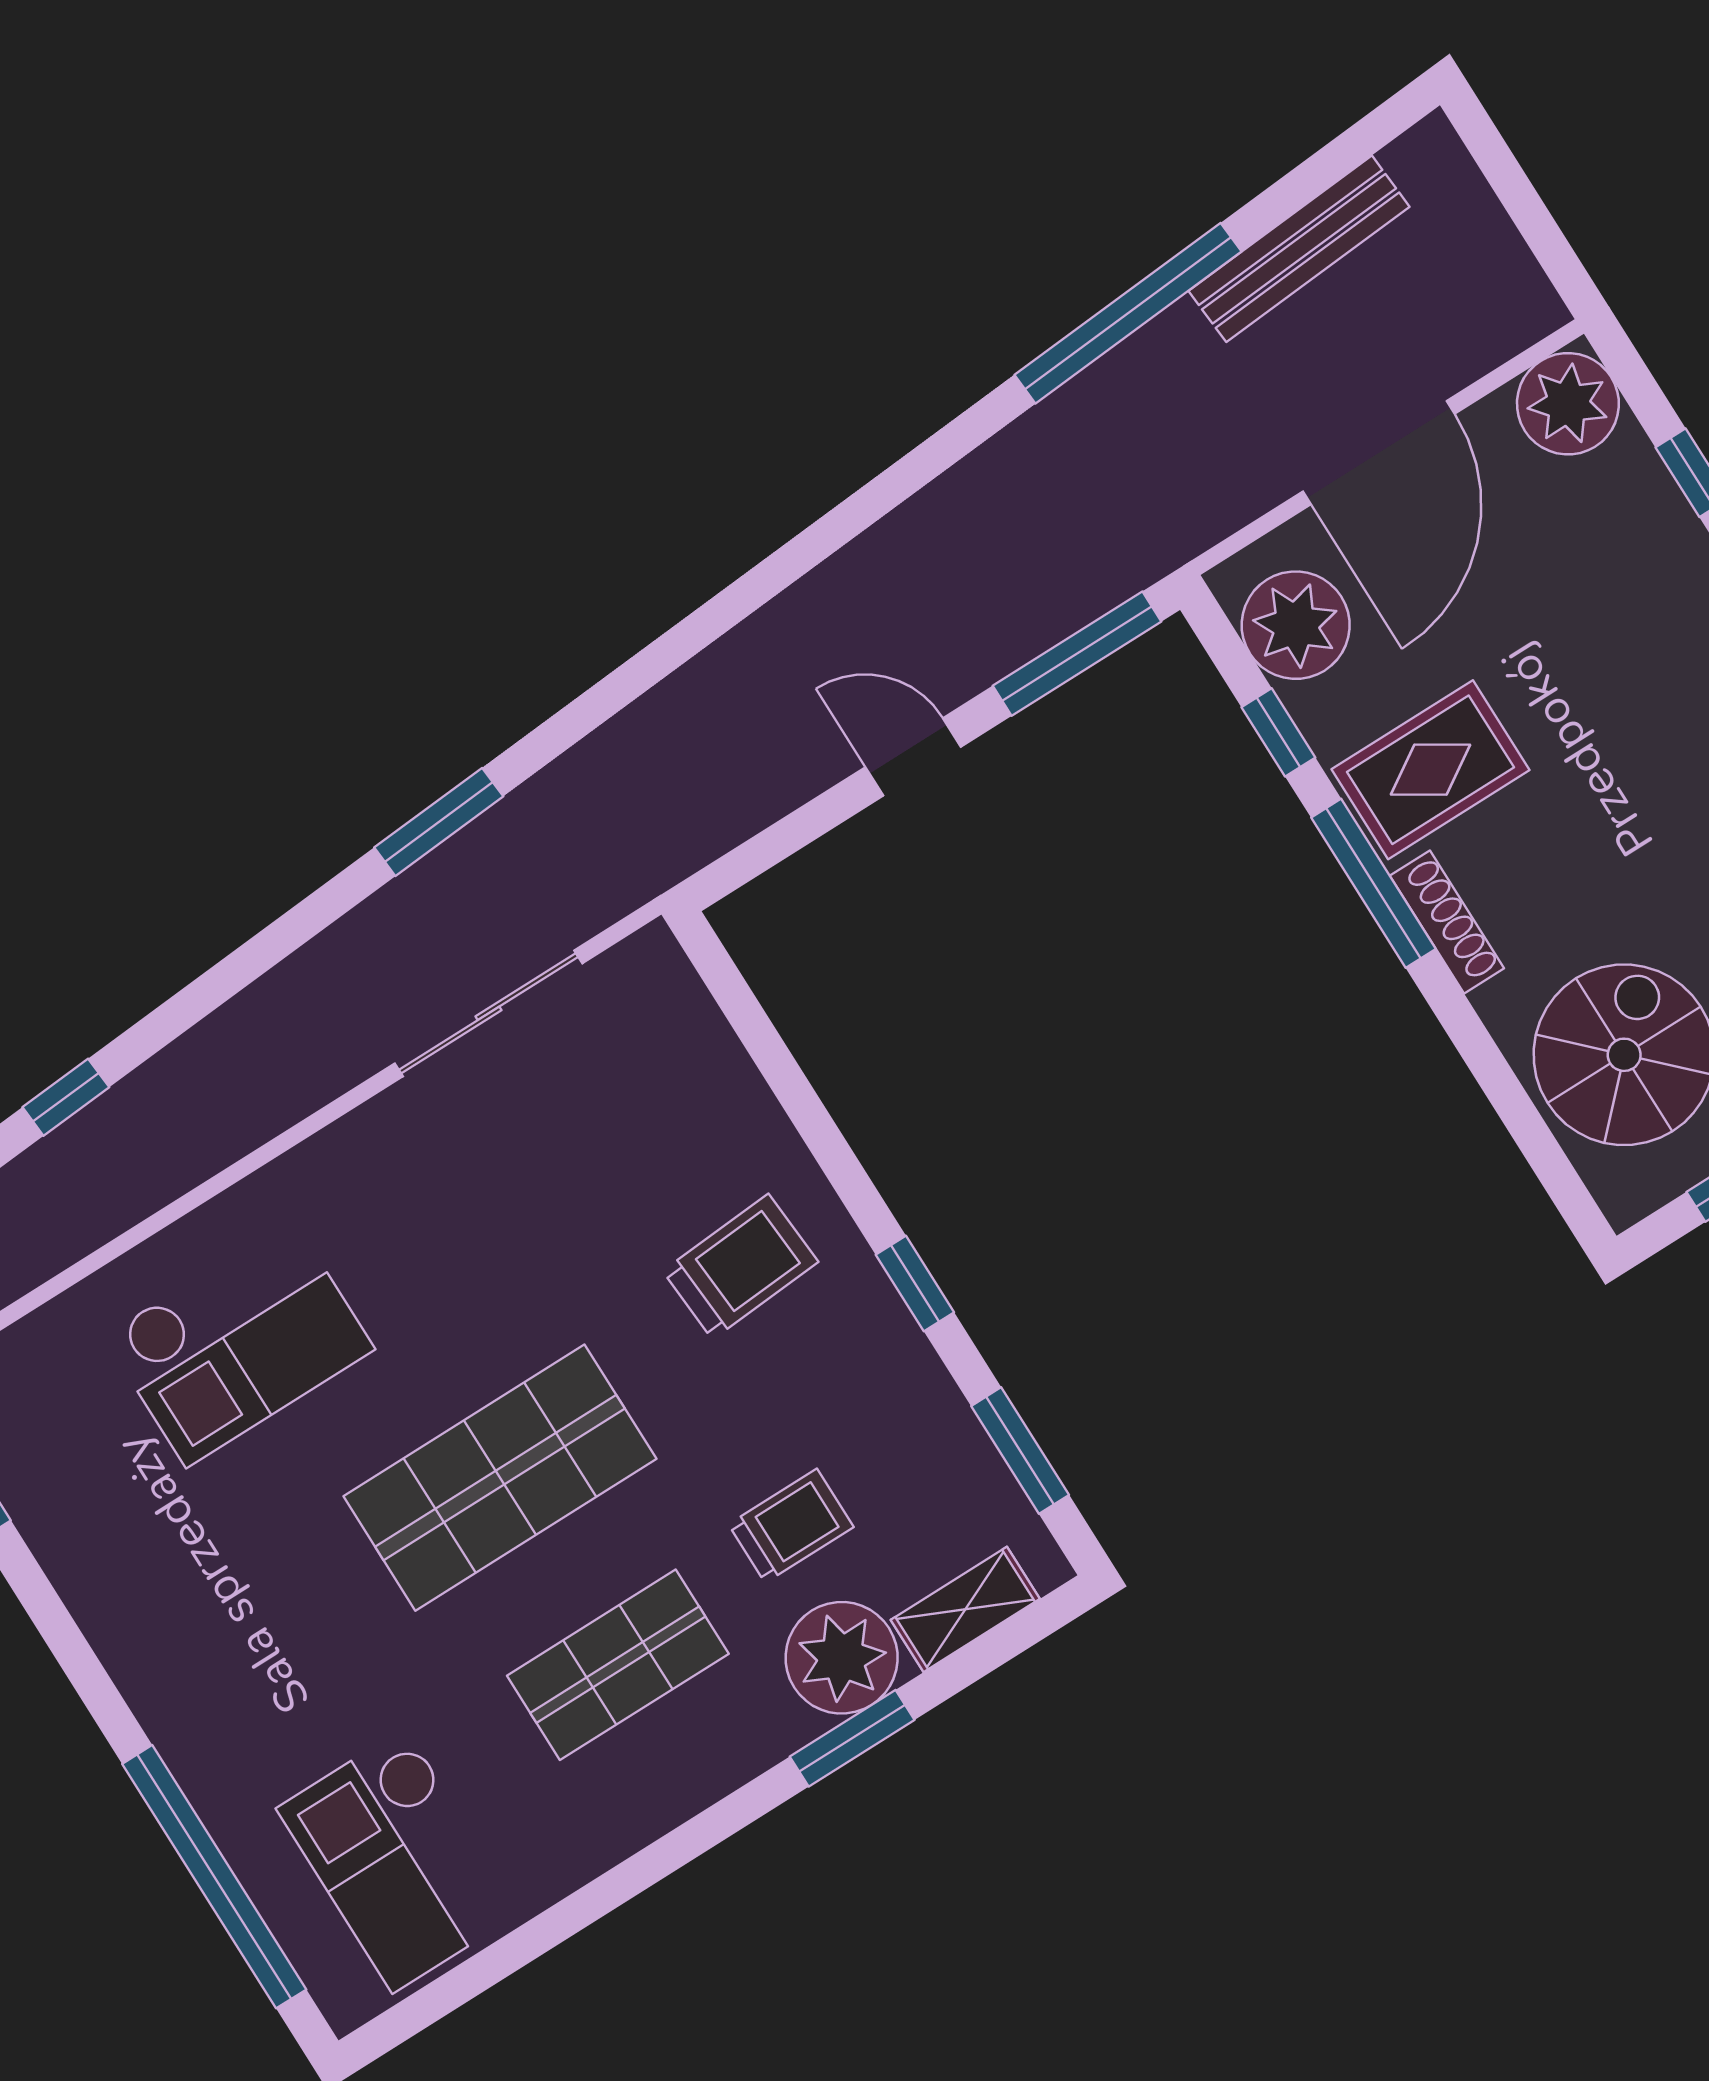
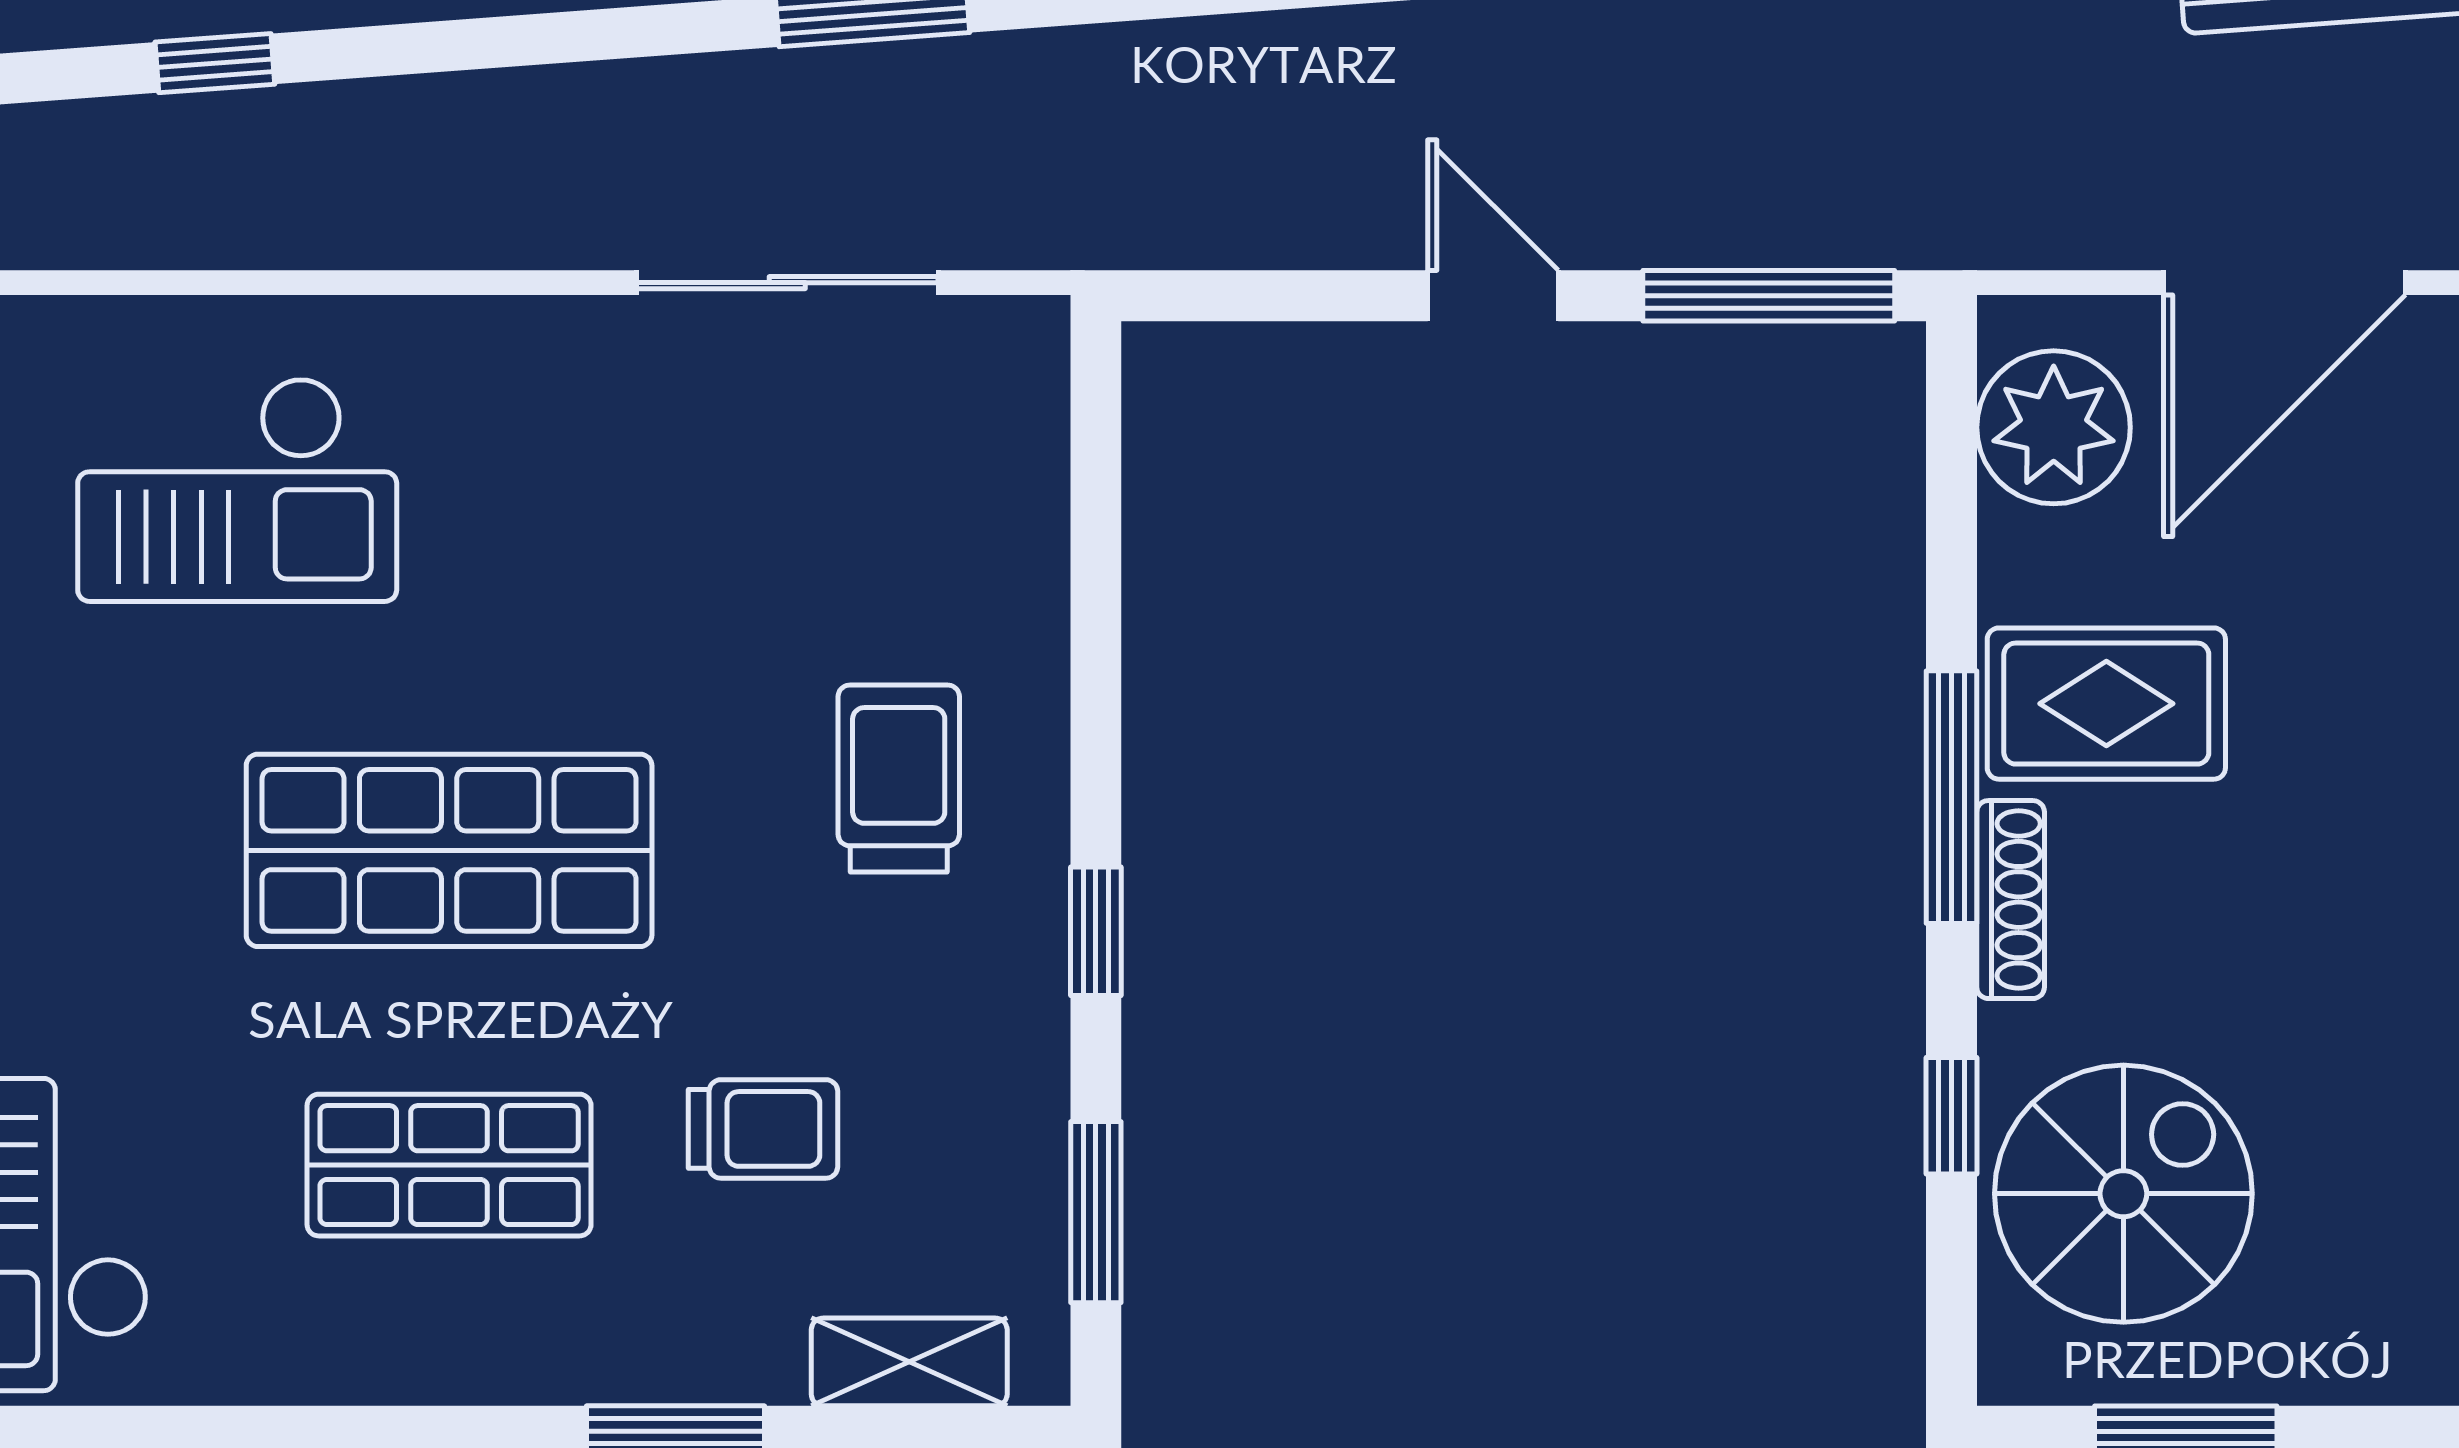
window: (1278, 732) -> (1952, 1116), moved
trolley: (740, 1266) -> (899, 779), turned -86
plant: (842, 1658) -> (724, 1326), removed

